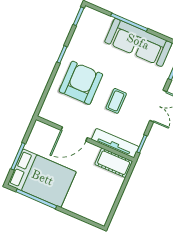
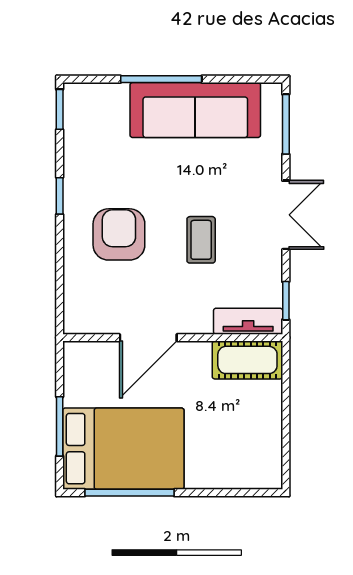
armchair: (81, 83) -> (119, 234), width x0.73, depth x0.73
tv unit: (115, 143) -> (248, 321), width x0.71

